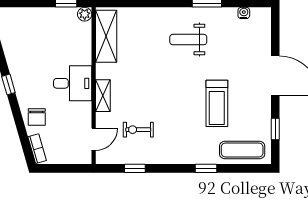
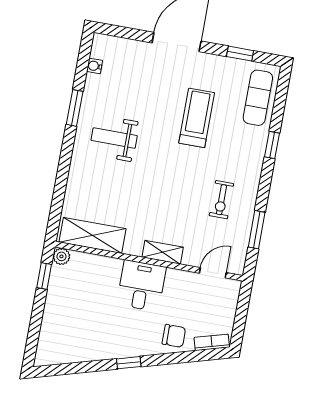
weight bench: (188, 40) -> (114, 138), turned 90
treadmill: (217, 103) -> (197, 118), turned -90
exercise bike: (138, 130) -> (221, 200), moved
door: (94, 139) -> (213, 273), hinge flipped
window: (135, 168) -> (257, 230), width x1.50

